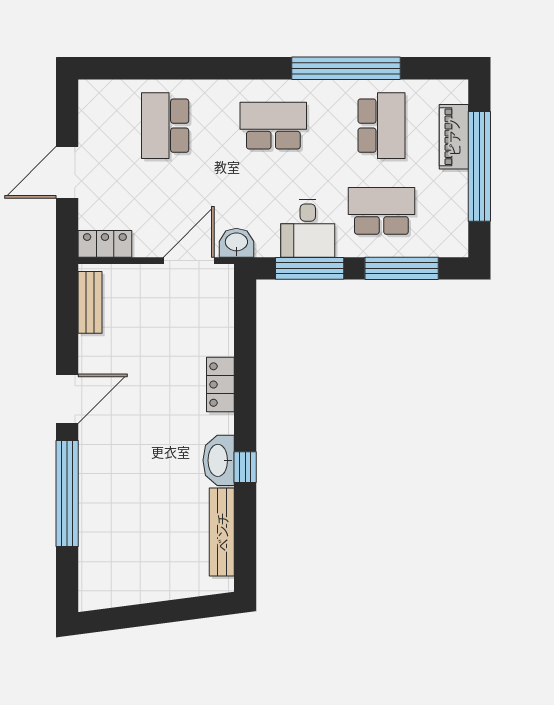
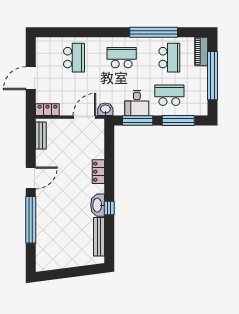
school desk: (165, 126) -> (74, 58), turned 180
piano: (454, 137) -> (201, 51), moved

